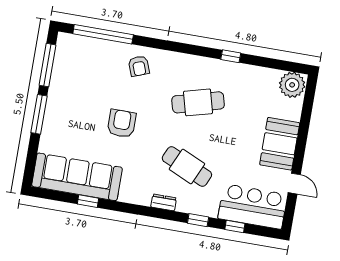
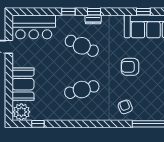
window: (231, 56) -> (38, 124), moved
armchair: (122, 123) -> (130, 67), turned 90
booth: (280, 144) -> (23, 84), moved
window: (235, 226) -> (94, 12), moved

